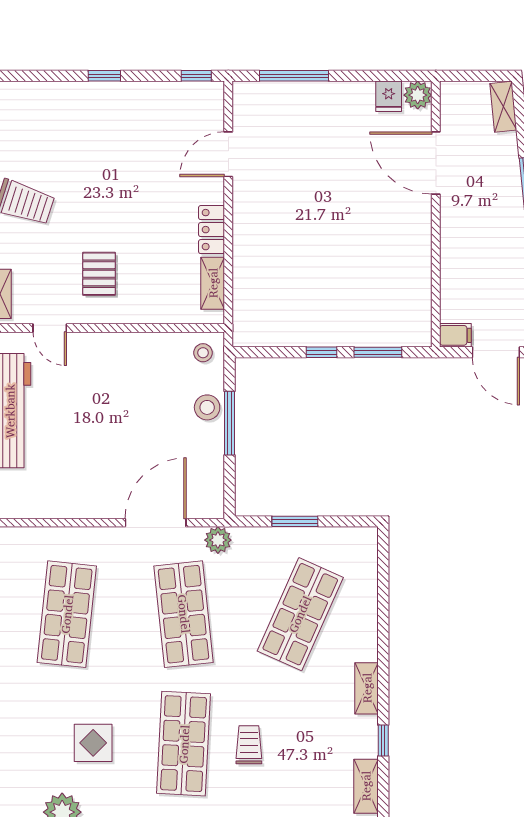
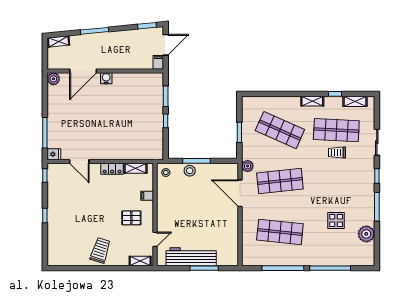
fridge: (389, 96) -> (54, 154), moved
water cooler: (419, 216) -> (106, 78), added
filing cabinet: (150, 310) -> (147, 196), added
shop shelf: (184, 744) -> (336, 130), moved

